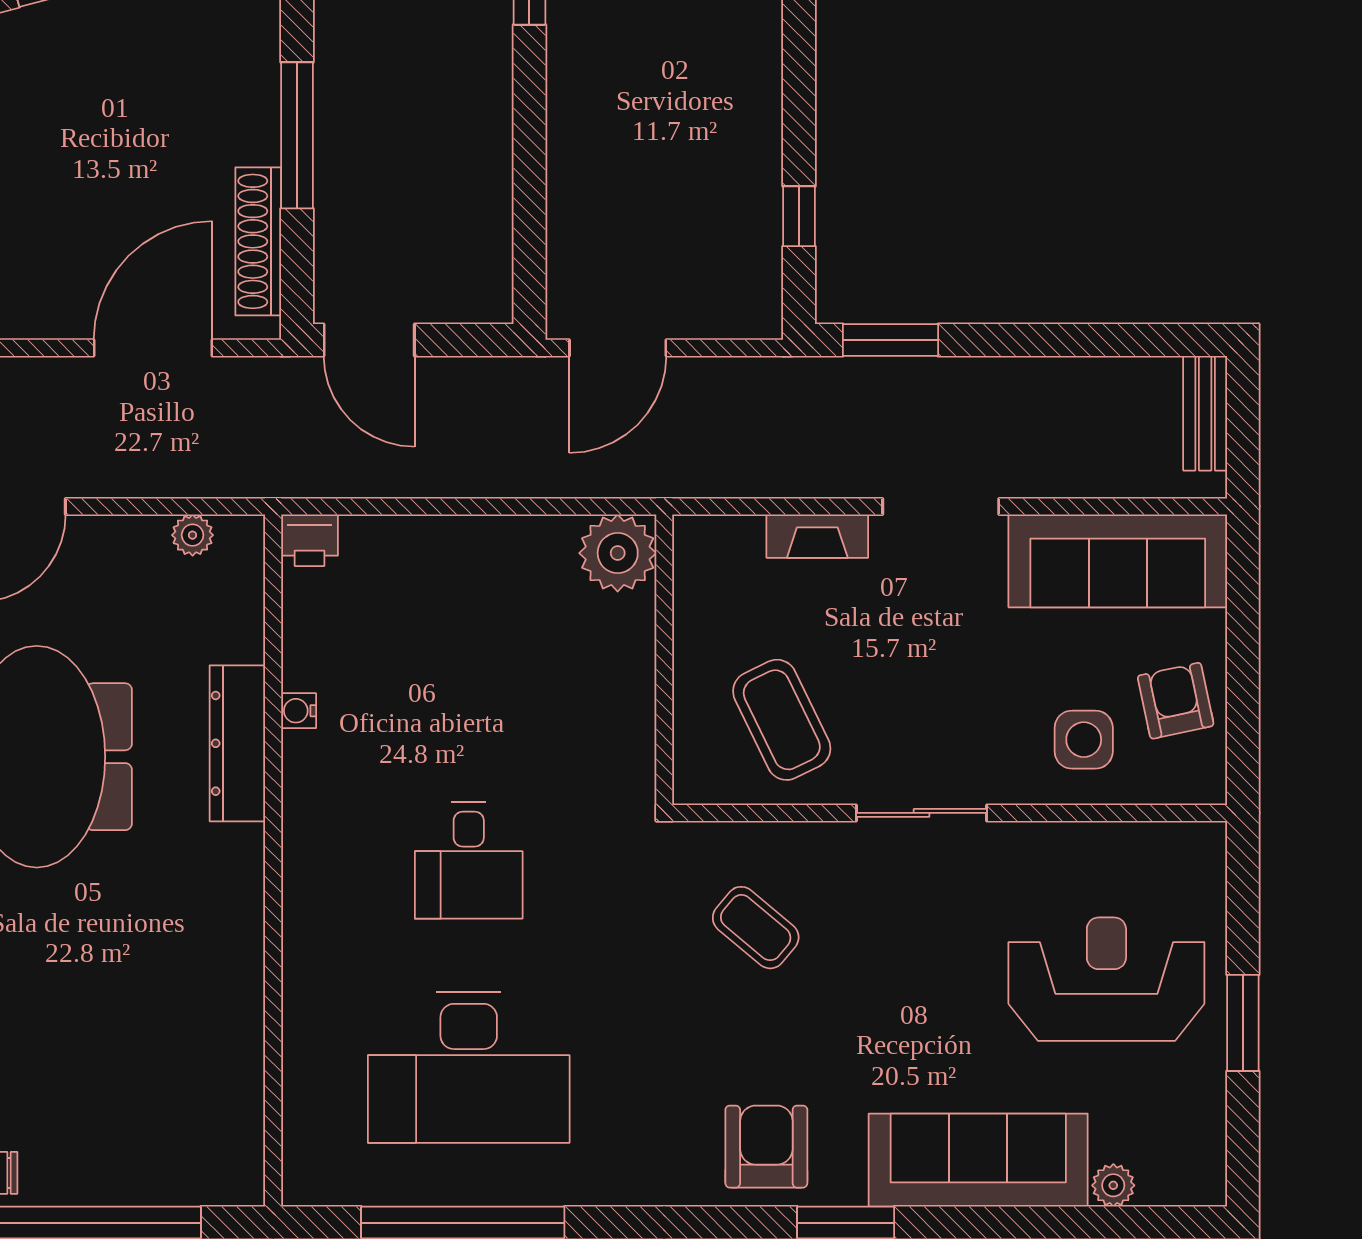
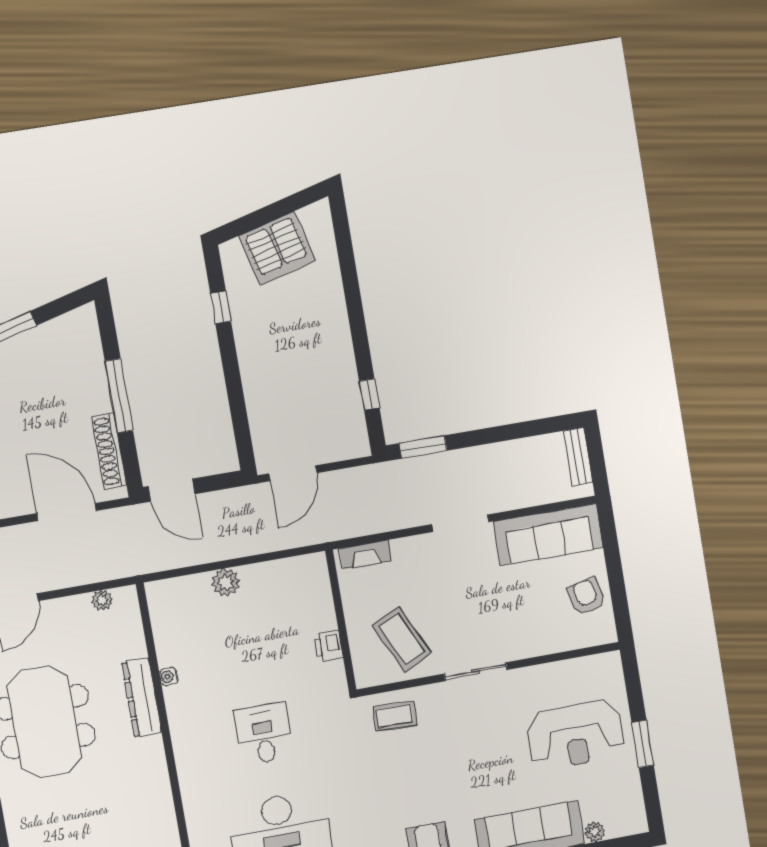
door: (153, 348) -> (67, 512), hinge flipped
fireplace: (817, 536) -> (365, 555), moved
printer: (310, 540) -> (328, 646), moved, turned 90
plant: (618, 553) -> (226, 582), moved, width x0.73, depth x0.73
side table: (1084, 740) -> (546, 623), removed
desk: (469, 861) -> (263, 734), turned 180
coffee table: (756, 928) -> (395, 716), moved, turned -38
reception desk: (1106, 979) -> (576, 735), turned 180

